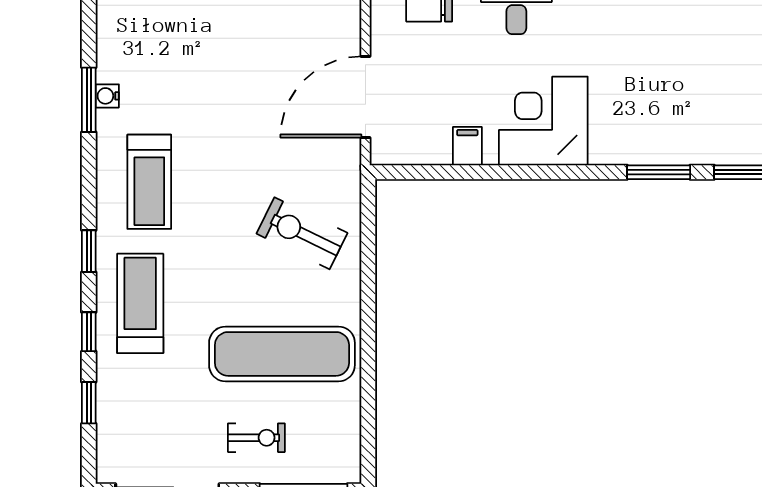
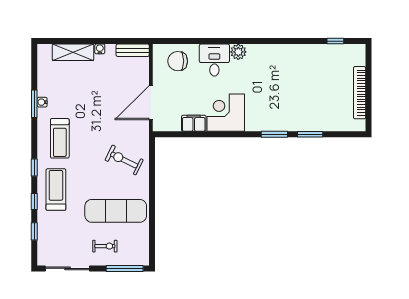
filing cabinet: (467, 146) -> (194, 123), width x2.00

